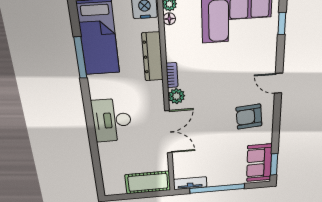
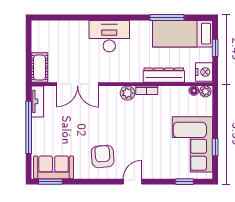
double door: (168, 132) -> (78, 84), moved
cot: (148, 182) -> (40, 68), width x0.73, depth x0.75

